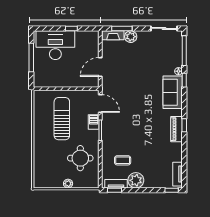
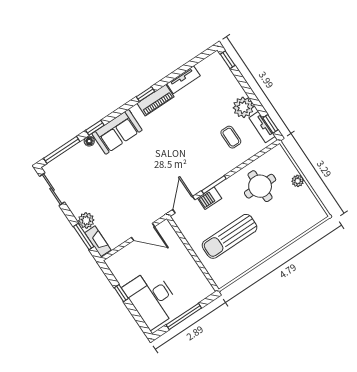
tv unit: (178, 174) -> (183, 80), moved

